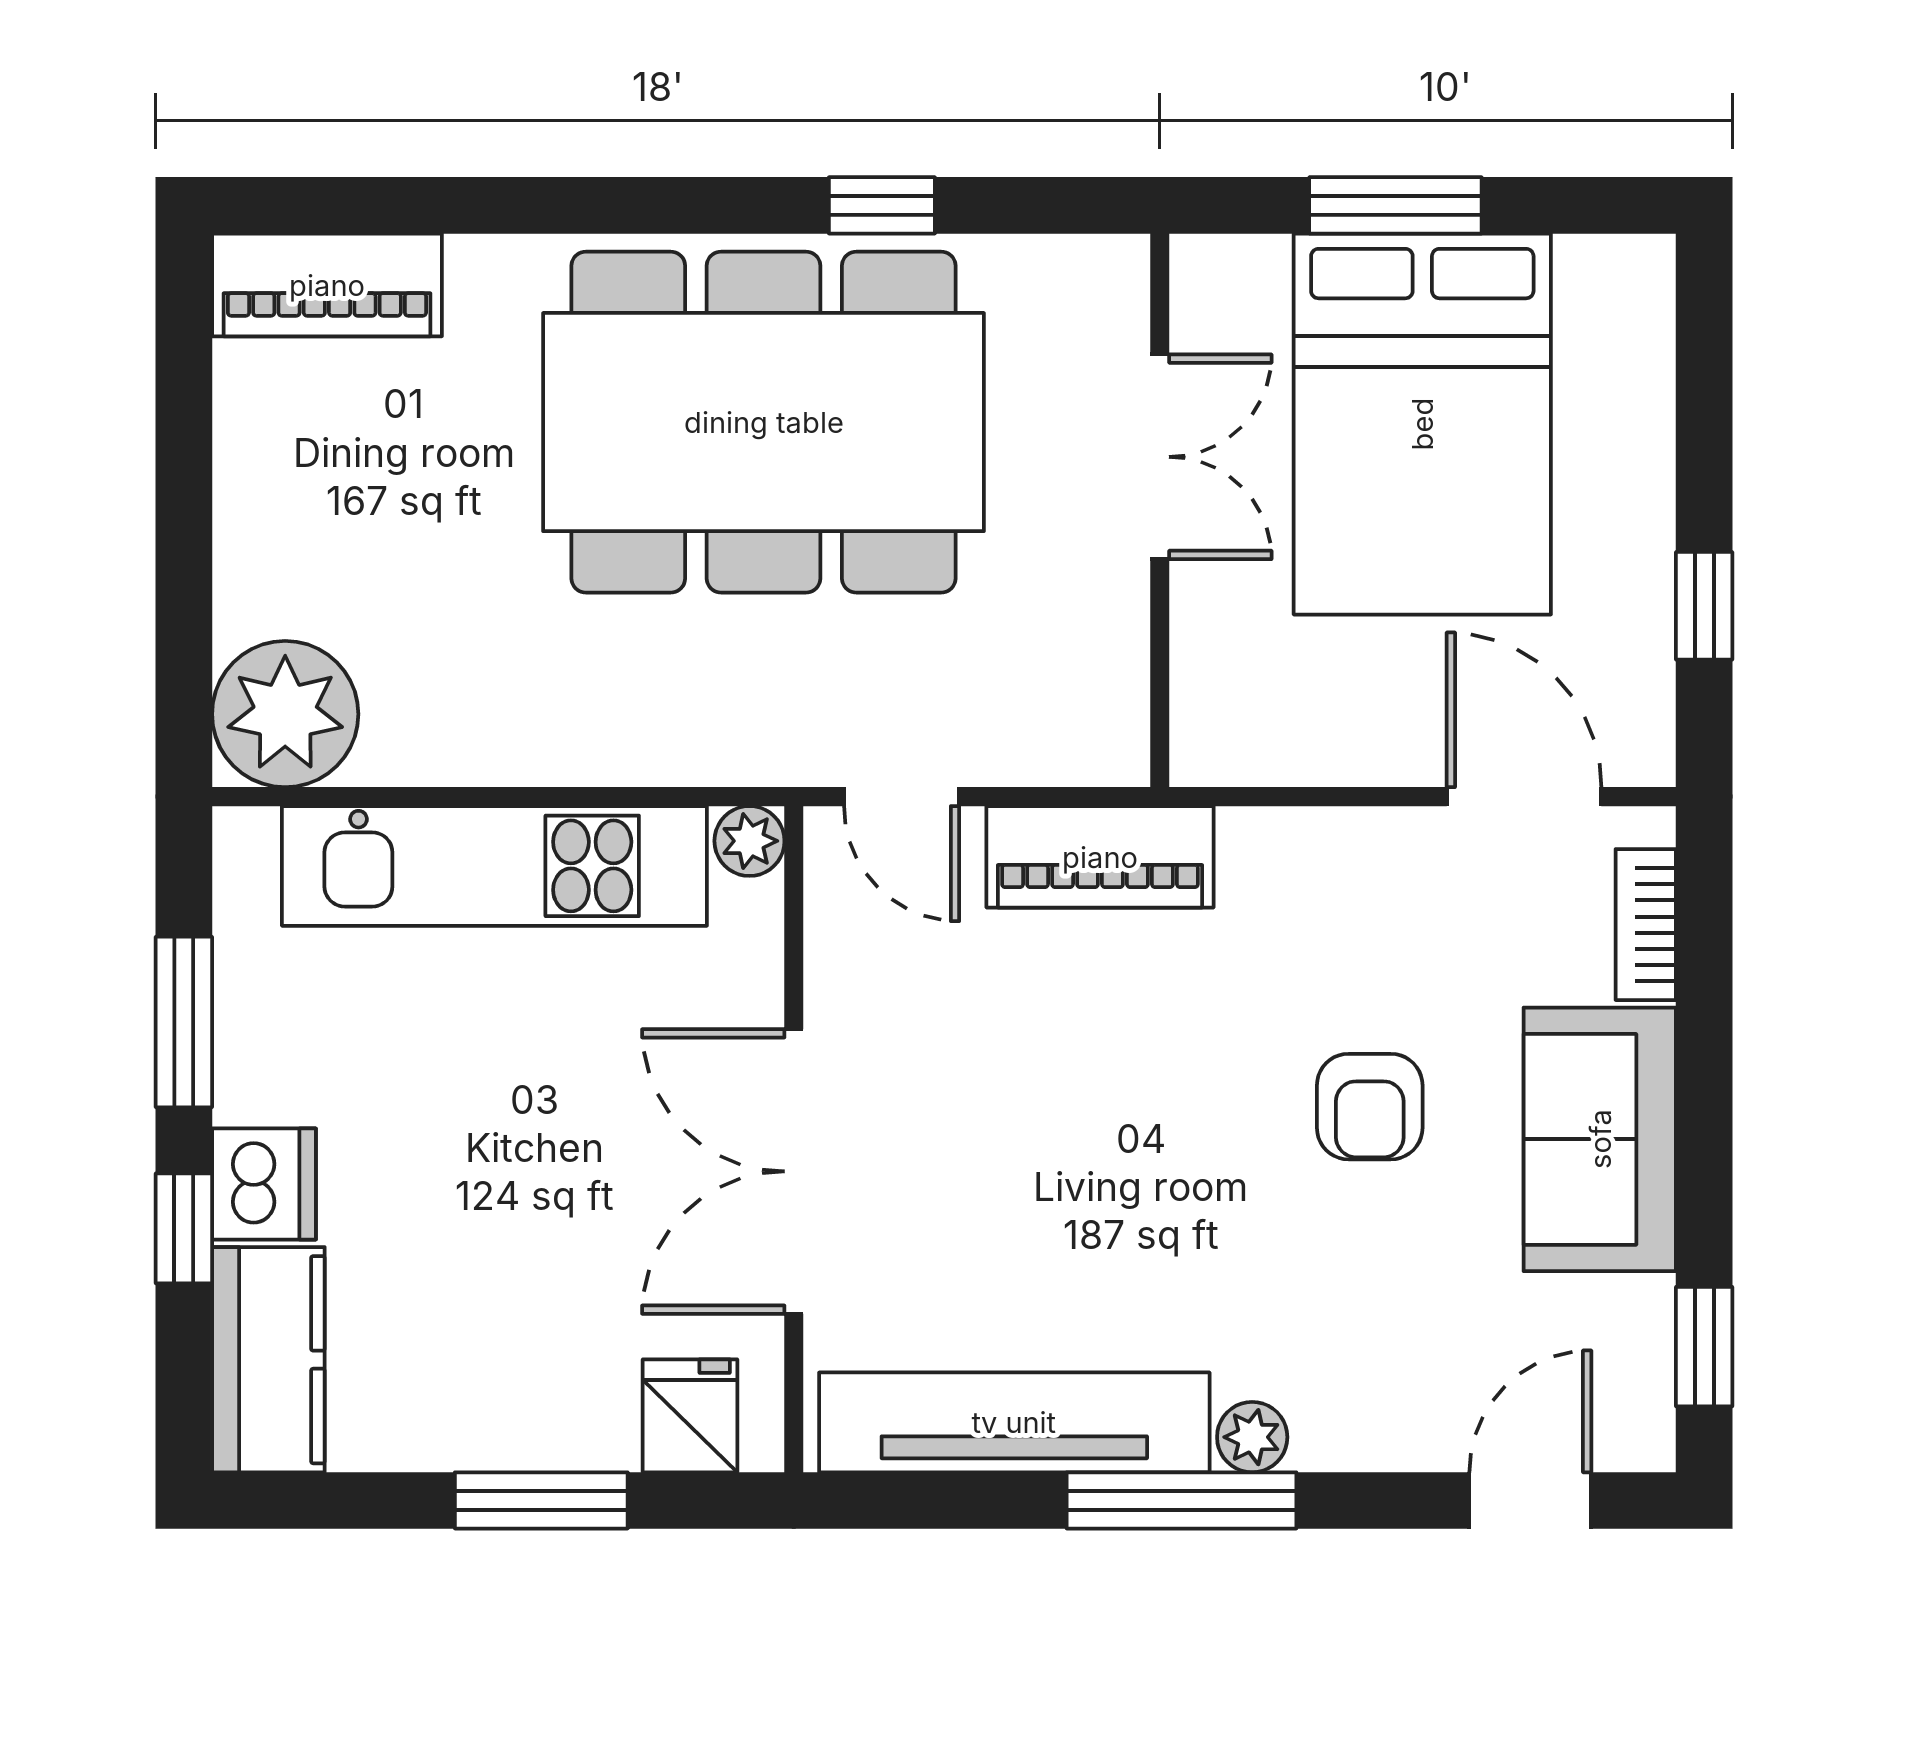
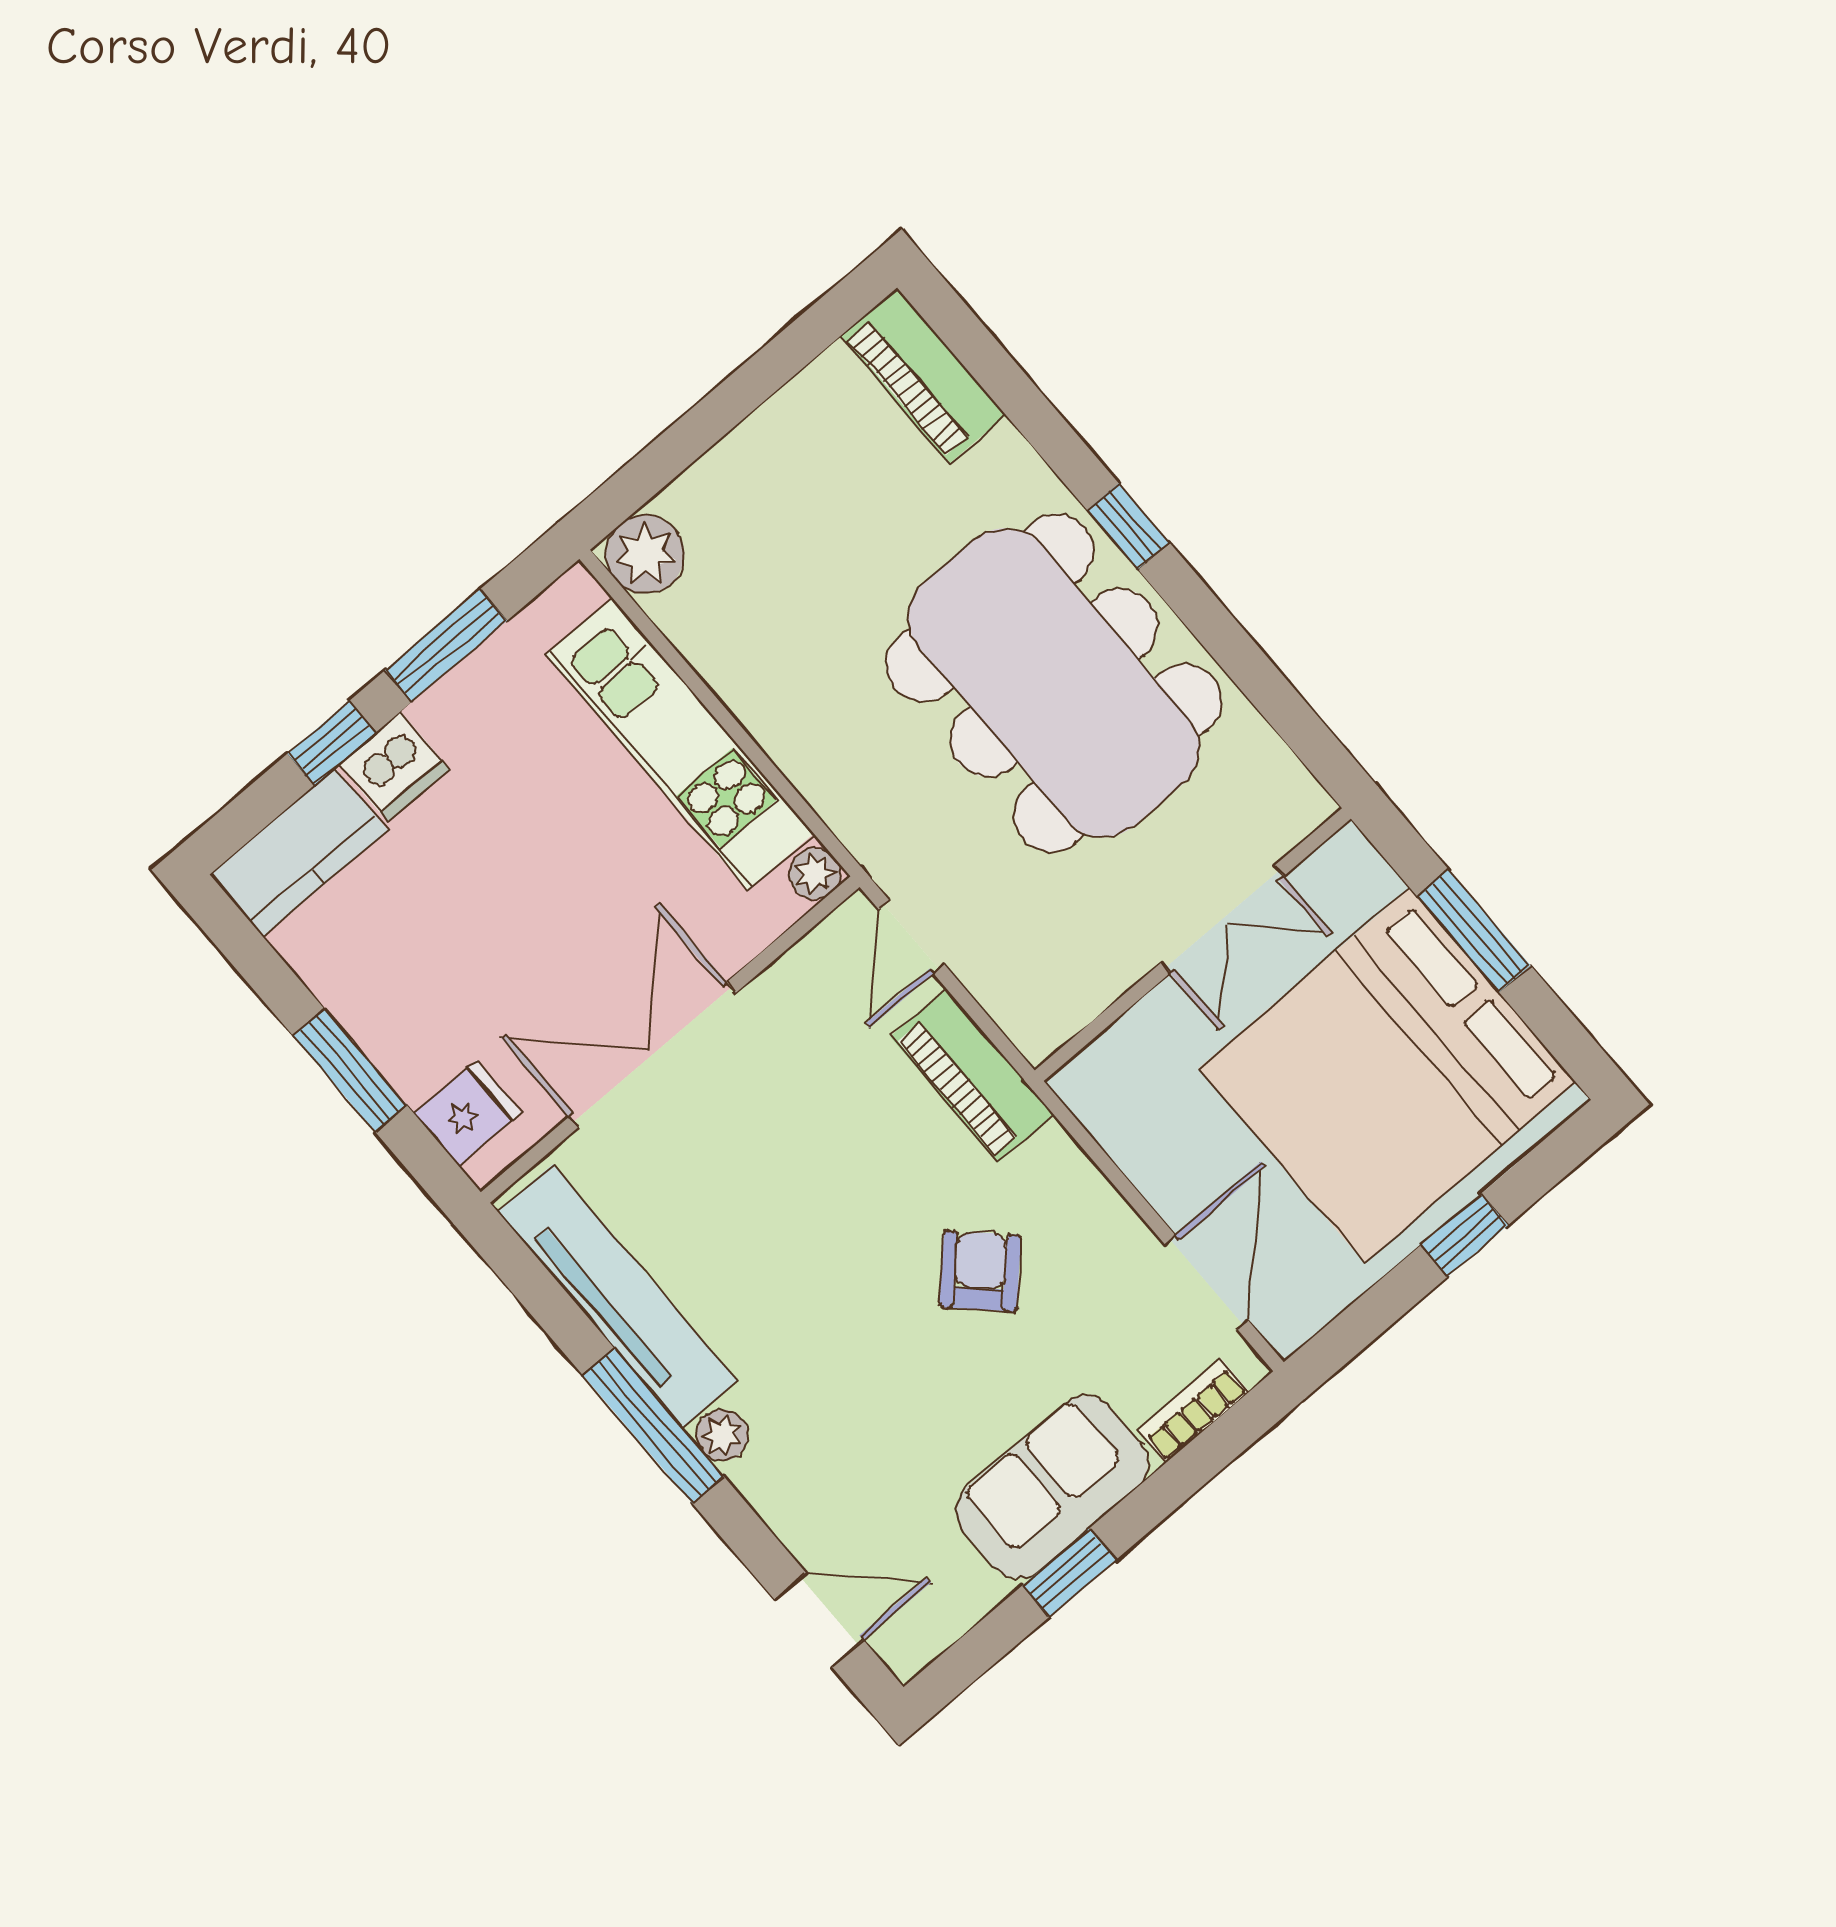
window: (882, 205) -> (1128, 526), moved
bed: (1422, 424) -> (1387, 1075), width x1.36
window: (1704, 606) -> (1465, 1235), moved
plant: (285, 714) -> (645, 554), width x0.73, depth x0.73
armchair: (1370, 1107) -> (980, 1271), moved, turned 134
window: (1704, 1347) -> (1069, 1573), moved

